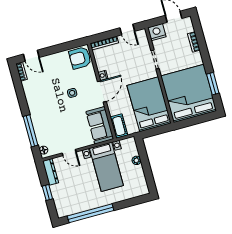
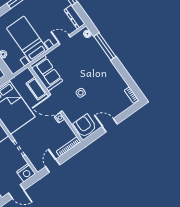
door: (127, 30) -> (53, 166), hinge flipped
door: (31, 56) -> (110, 125), moved
armchair: (80, 58) -> (85, 126), turned -90
door: (102, 91) -> (55, 104), hinge flipped
cot: (119, 126) -> (36, 89), moved

